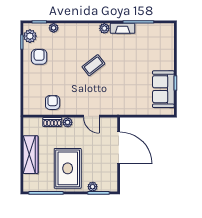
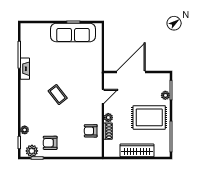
plant: (104, 28) -> (25, 85), removed
sofa: (163, 89) -> (73, 33), width x1.36

